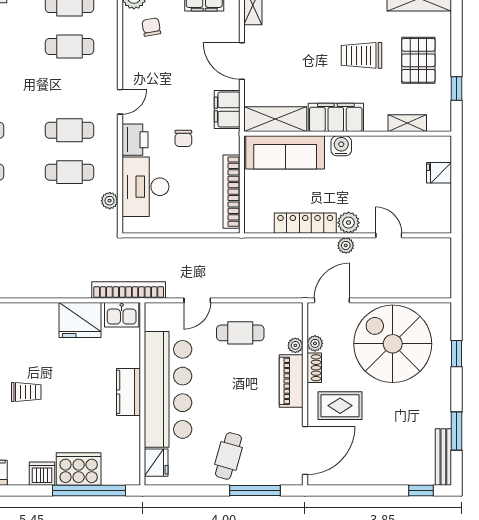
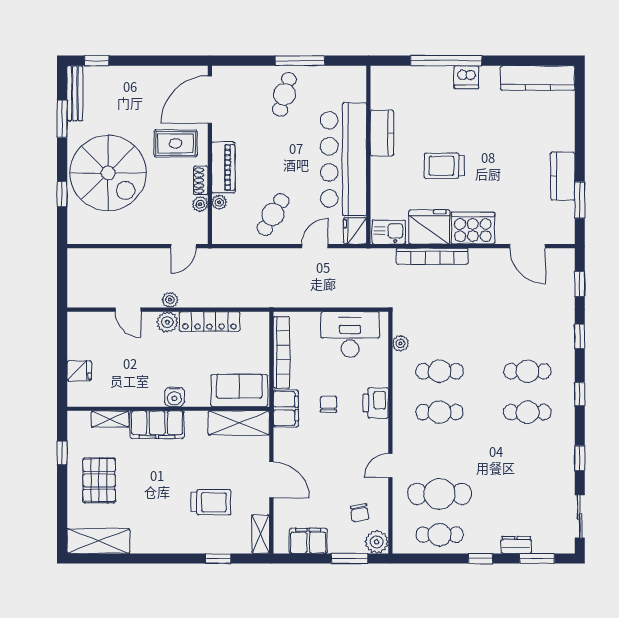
cafe table: (69, 46) -> (440, 494), width x1.37, depth x1.35
trolley: (361, 55) -> (211, 502), moved
door: (120, 102) -> (390, 466), moved
filing cabinet: (227, 110) -> (286, 408), moved
filing cabinet: (336, 117) -> (157, 425), moved
sofa: (285, 152) -> (239, 391), width x0.73
desk: (145, 187) -> (350, 334), moved, turned -90
bookcase: (129, 290) -> (432, 256), moved
door: (332, 300) -> (183, 246), width x0.73
cafe table: (240, 333) -> (273, 214), turned -59
spiral stairs: (393, 344) -> (108, 173), moved
trolley: (26, 392) -> (444, 166), moved, width x1.36, depth x1.39
kitchen counter: (129, 392) -> (382, 133), moved
fridge: (156, 463) -> (355, 231), moved
cooker: (79, 469) -> (473, 228), moved, turned 180
window: (89, 490) -> (446, 61), moved
window: (255, 490) -> (300, 61), moved

